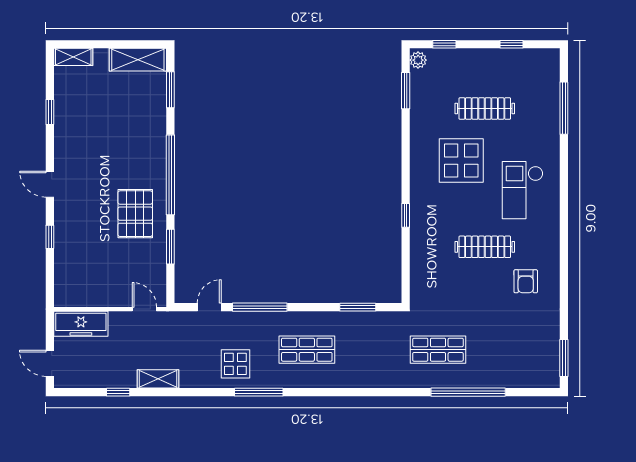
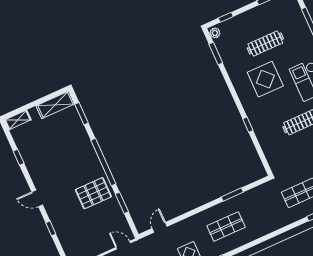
pallet: (135, 214) -> (93, 193), turned 90
window: (260, 307) -> (188, 214), removed
window: (358, 307) -> (232, 195), moved

